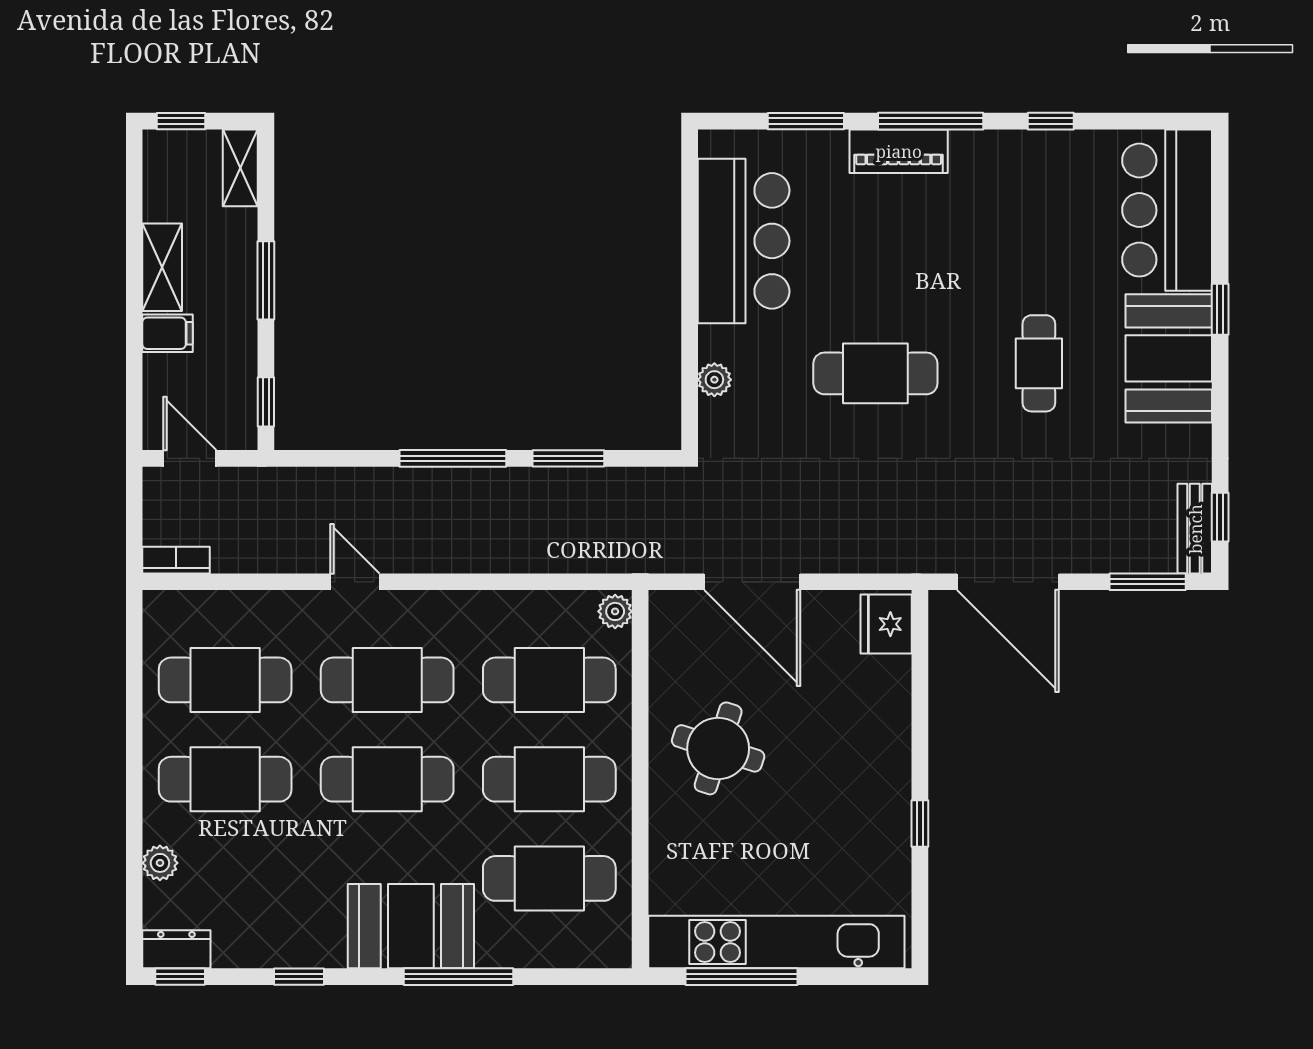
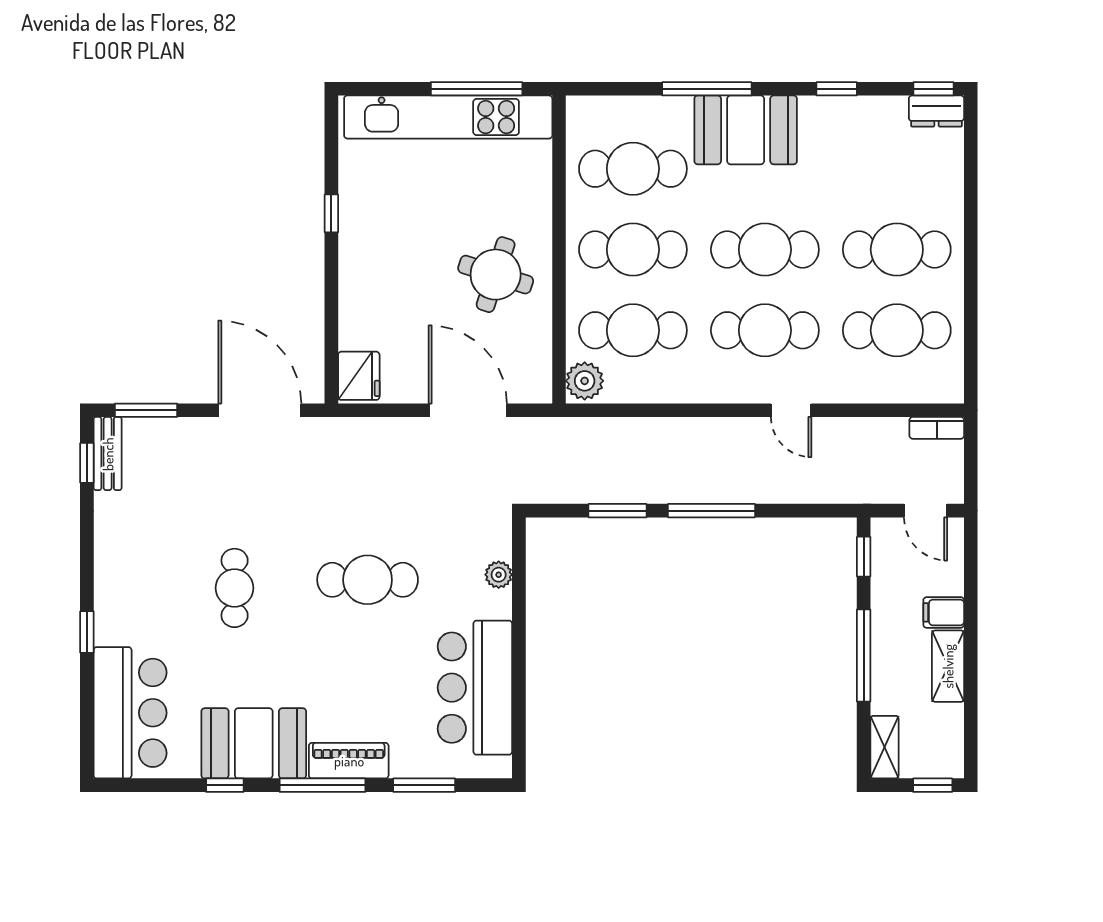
window: (266, 280) -> (864, 655), width x1.44
booth: (1169, 358) -> (254, 743), moved, turned 90
plant: (615, 611) -> (585, 381), width x1.38, depth x1.38
plant: (160, 863) -> (950, 181), removed

